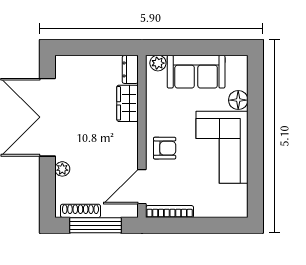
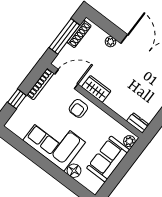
wardrobe: (128, 103) -> (96, 89), moved
door: (142, 187) -> (66, 79), hinge flipped
window: (206, 225) -> (17, 99), added

